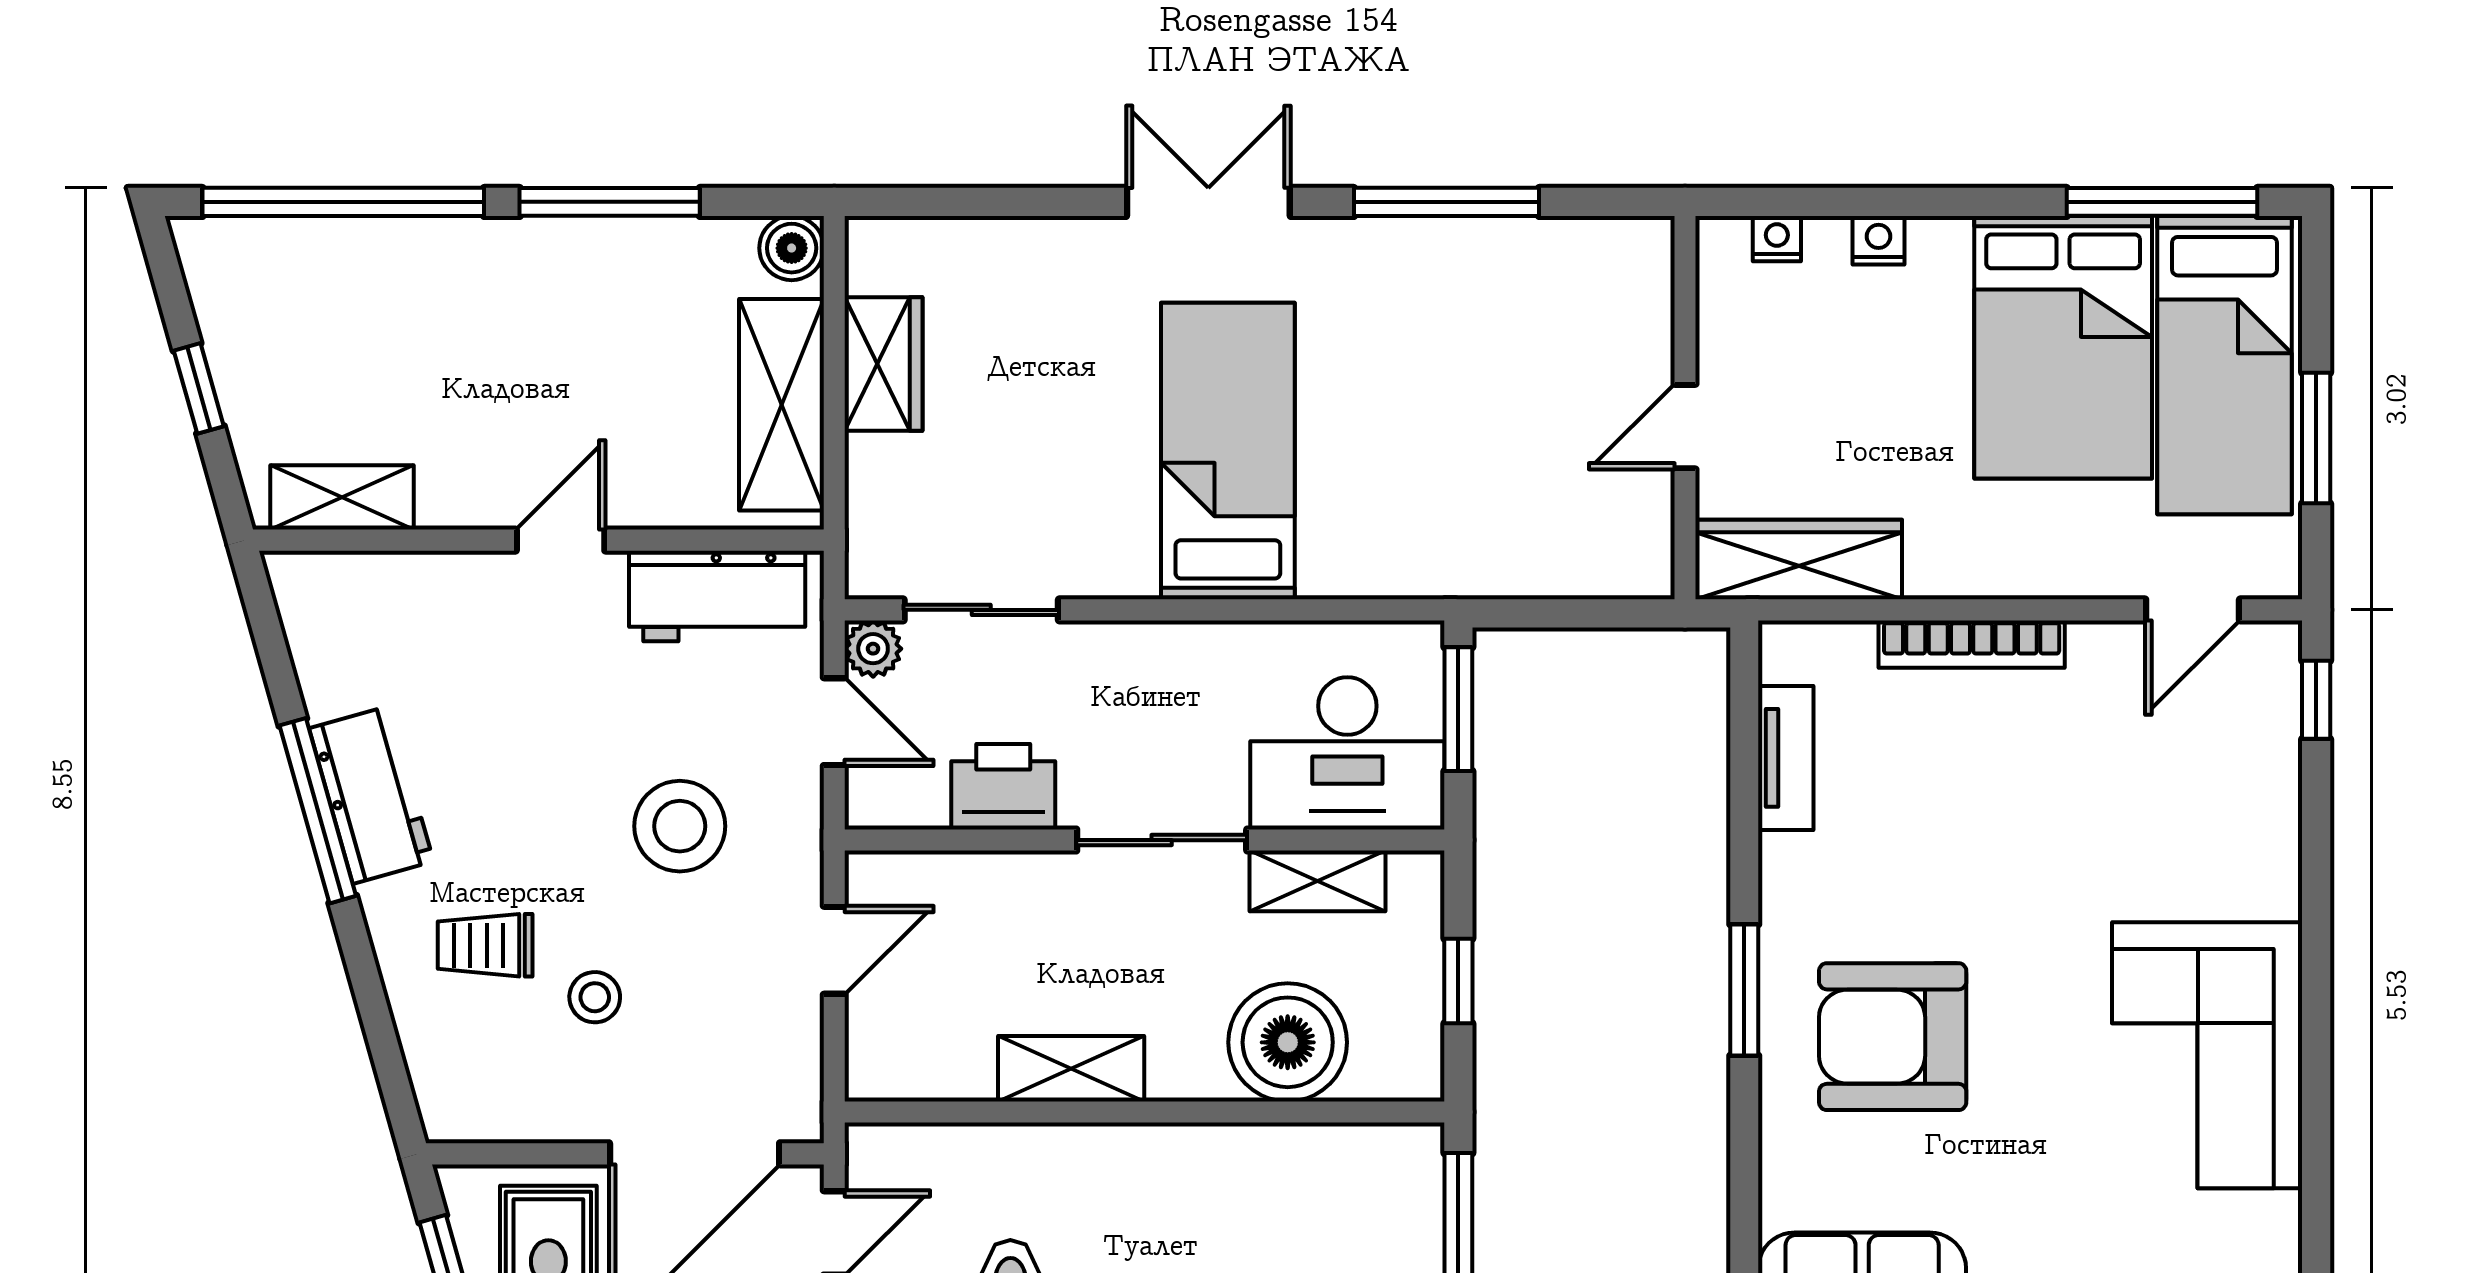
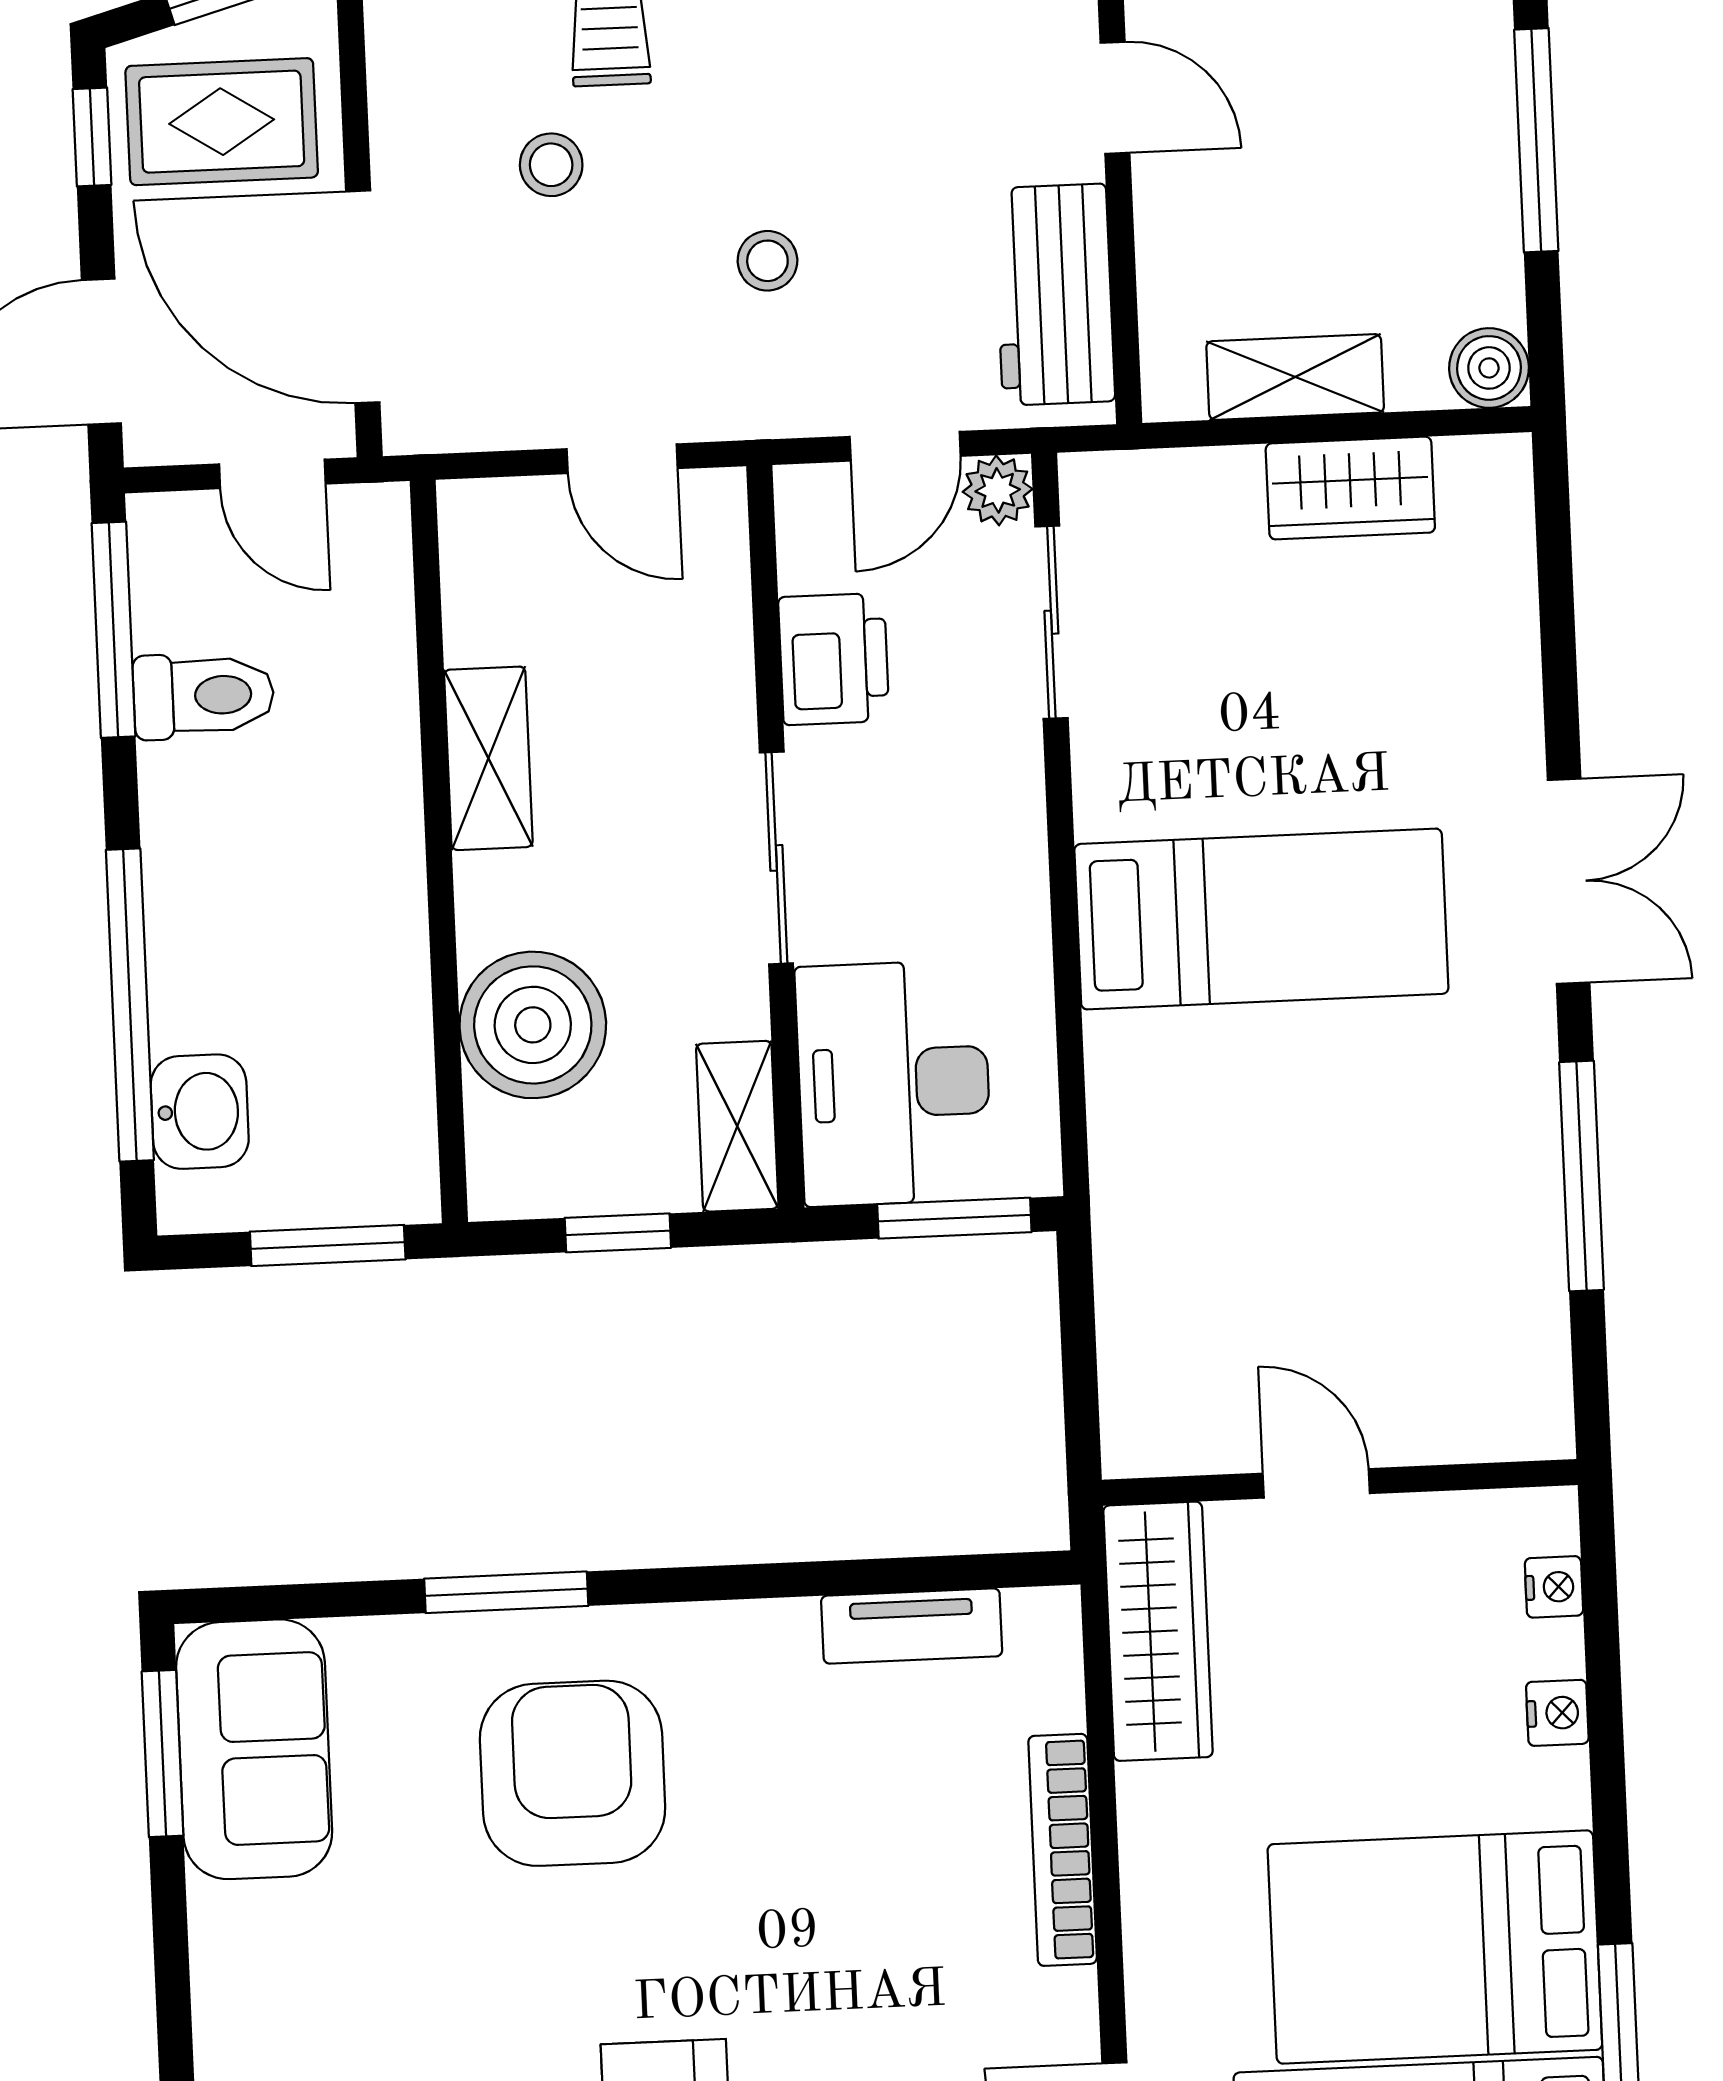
shelving: (781, 405) -> (1295, 377), width x0.67, depth x0.75
stool: (680, 826) -> (767, 261), width x0.53, depth x0.53
shelving: (1317, 881) -> (737, 1126), moved
window: (1744, 990) -> (506, 1592), moved

